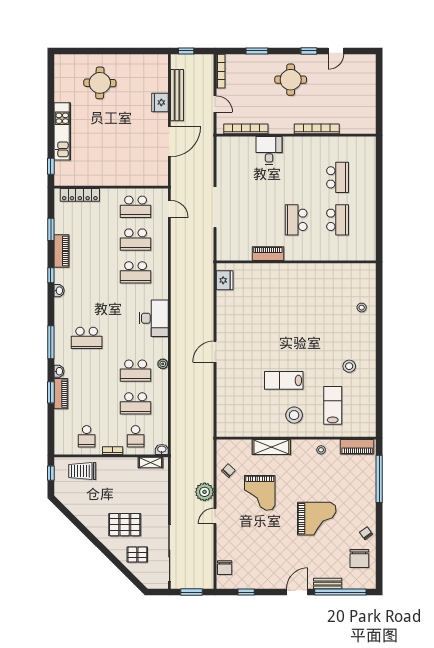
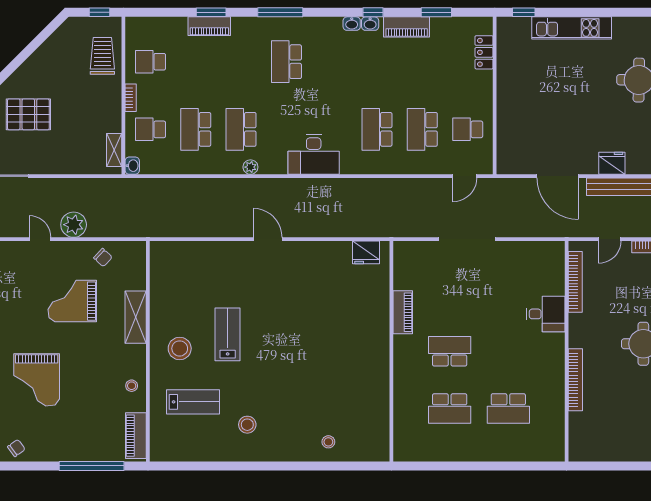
locker: (80, 195) -> (484, 52), width x0.66
school desk: (136, 207) -> (468, 129), width x0.54
washbasin: (59, 371) -> (370, 24), moved
pallet: (125, 525) -> (28, 114), turned 90

